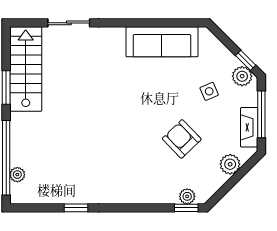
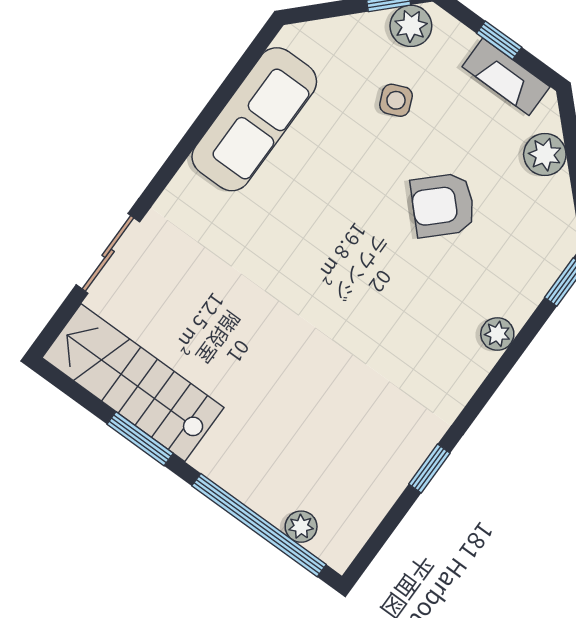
window: (261, 114) -> (499, 40), width x0.46
plant: (187, 196) -> (497, 334), moved

